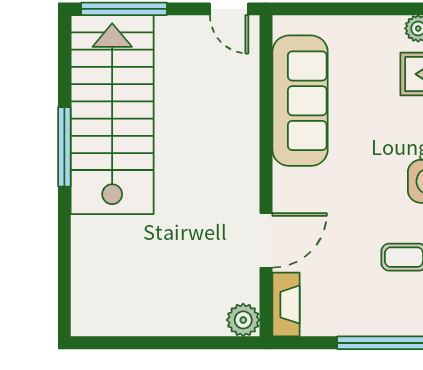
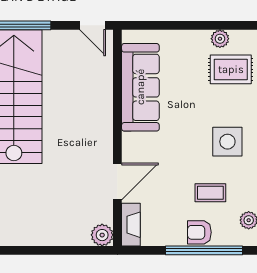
armchair: (388, 316) -> (199, 232), added

